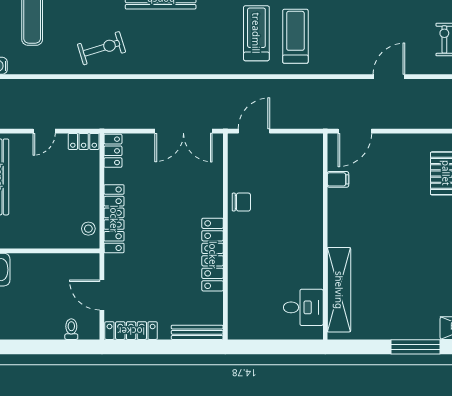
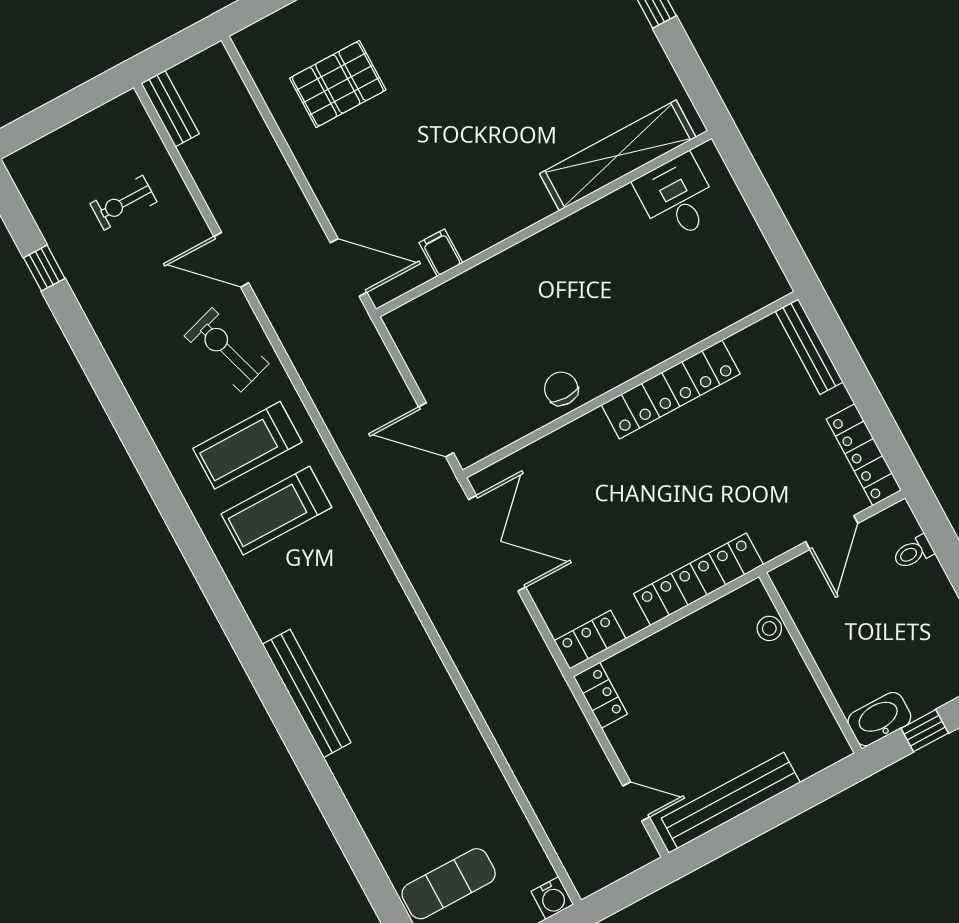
exercise bike: (102, 48) -> (227, 350), moved
door: (44, 131) -> (636, 801), moved
stool: (88, 229) -> (769, 628), moved

